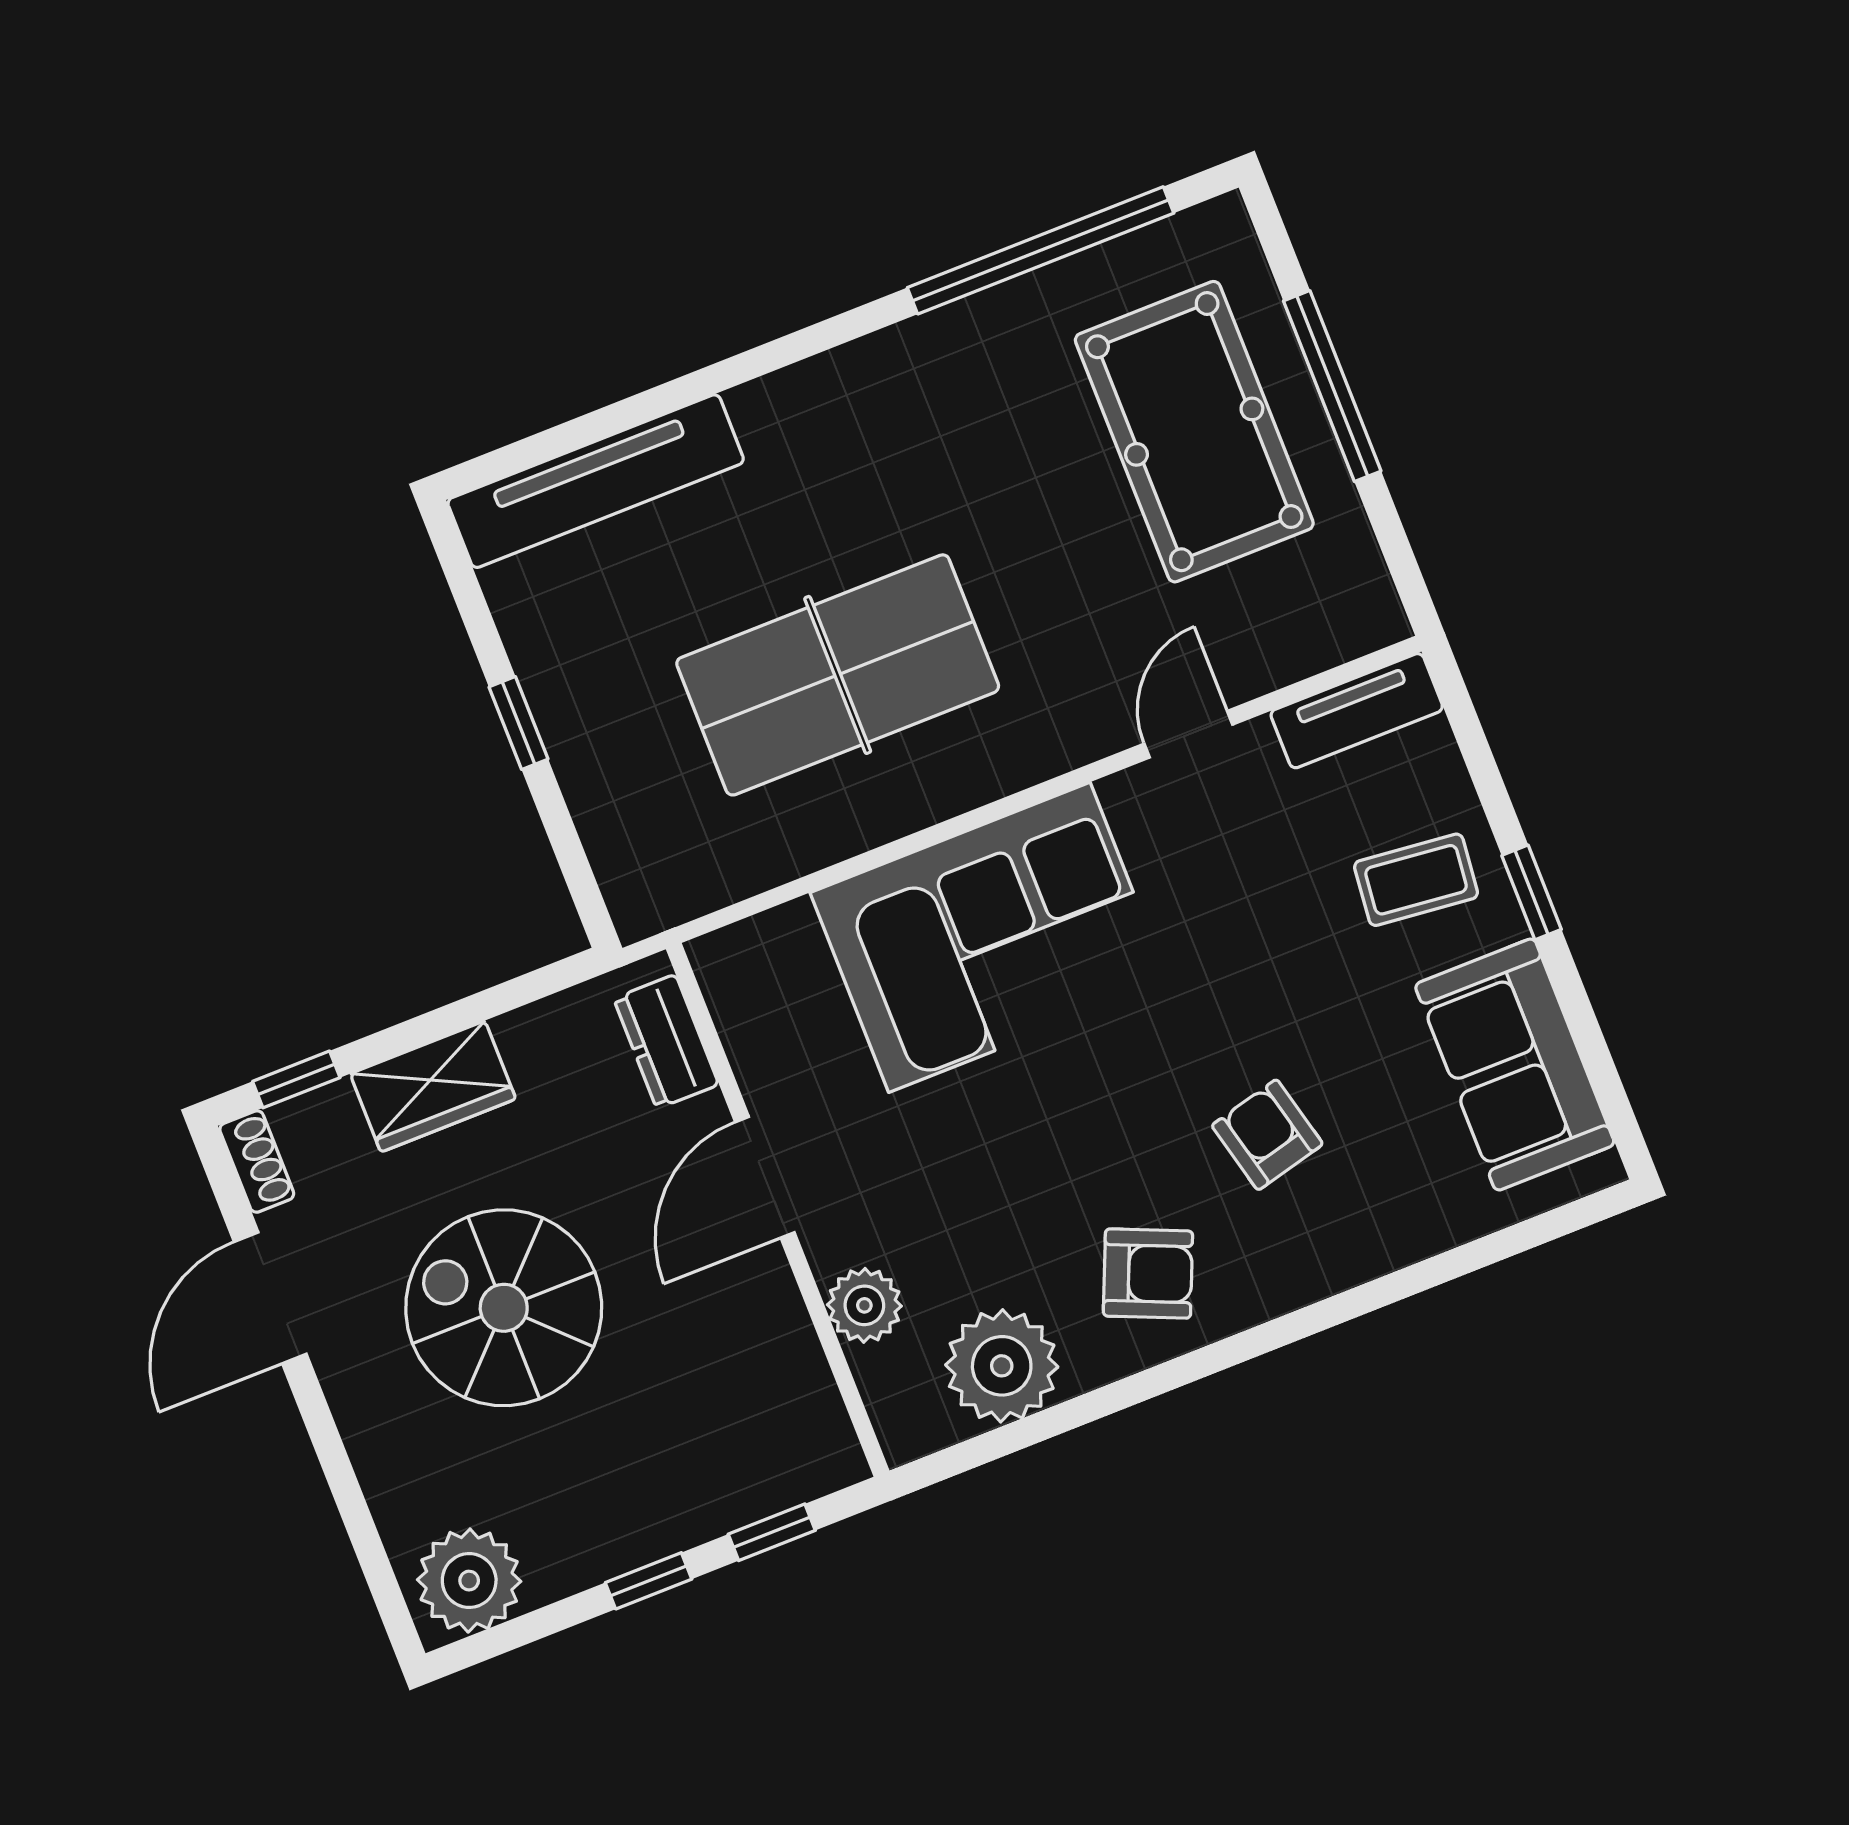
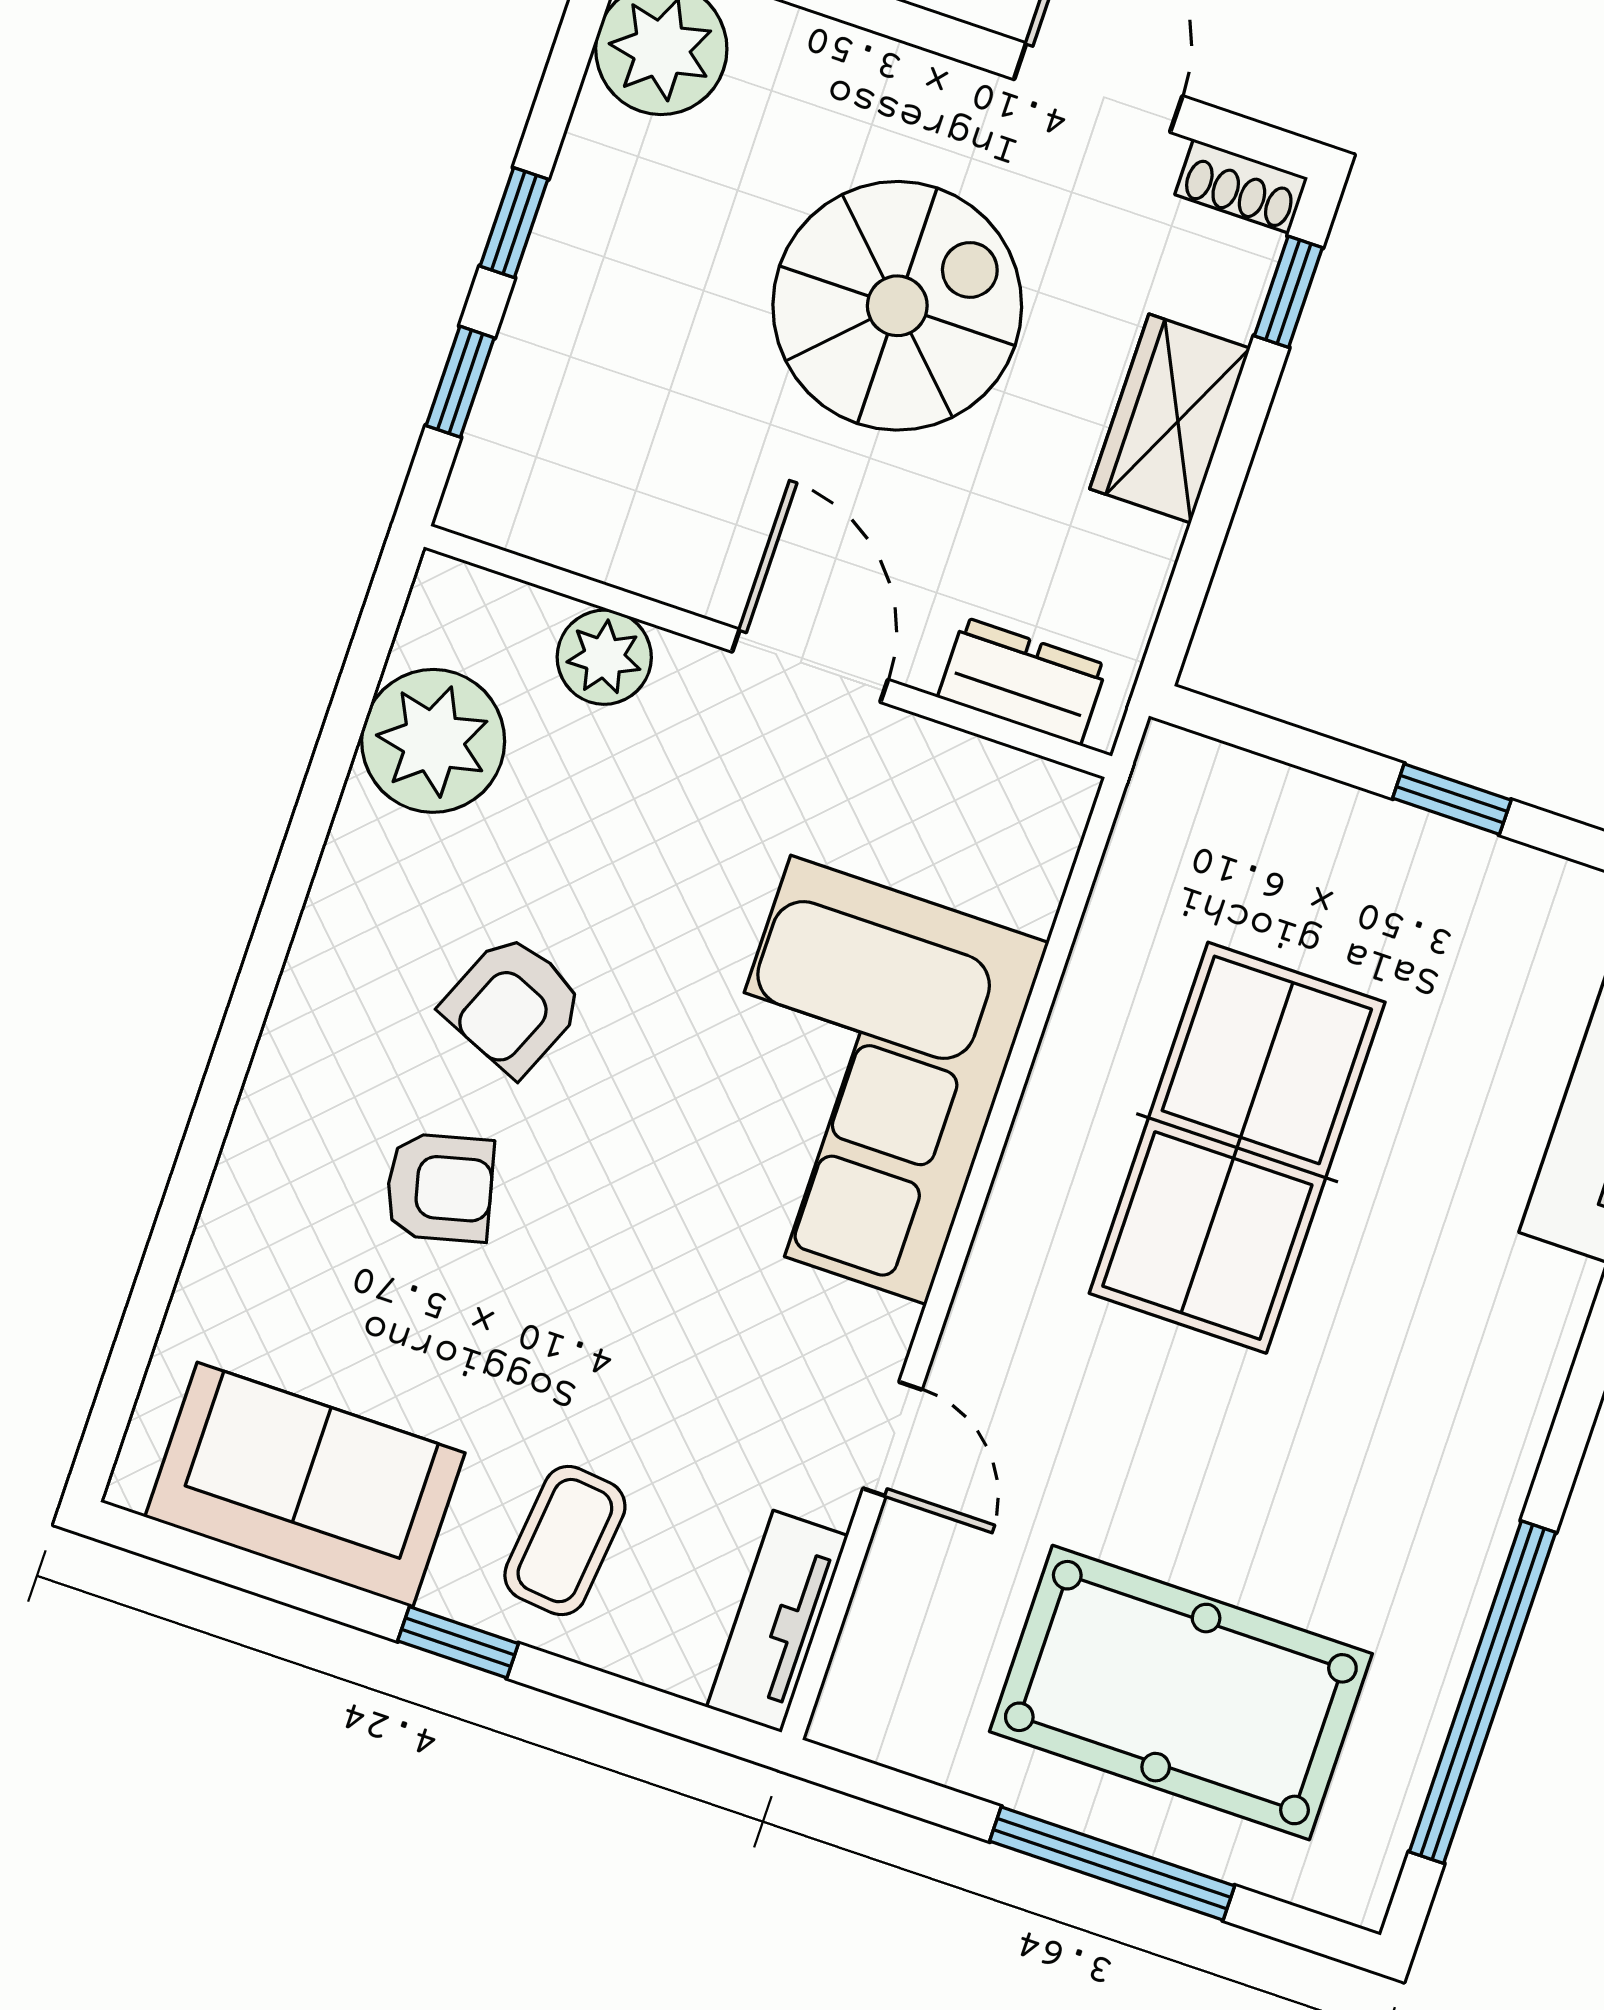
armchair: (1148, 1274) -> (513, 1005), moved

